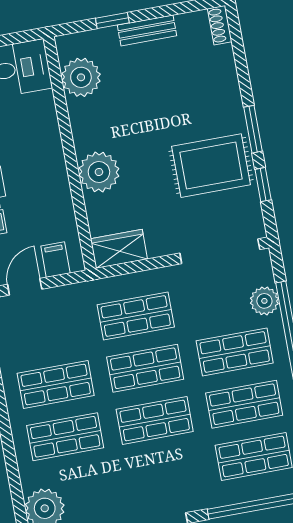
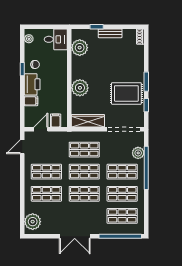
wardrobe: (119, 249) -> (88, 121), width x1.50

